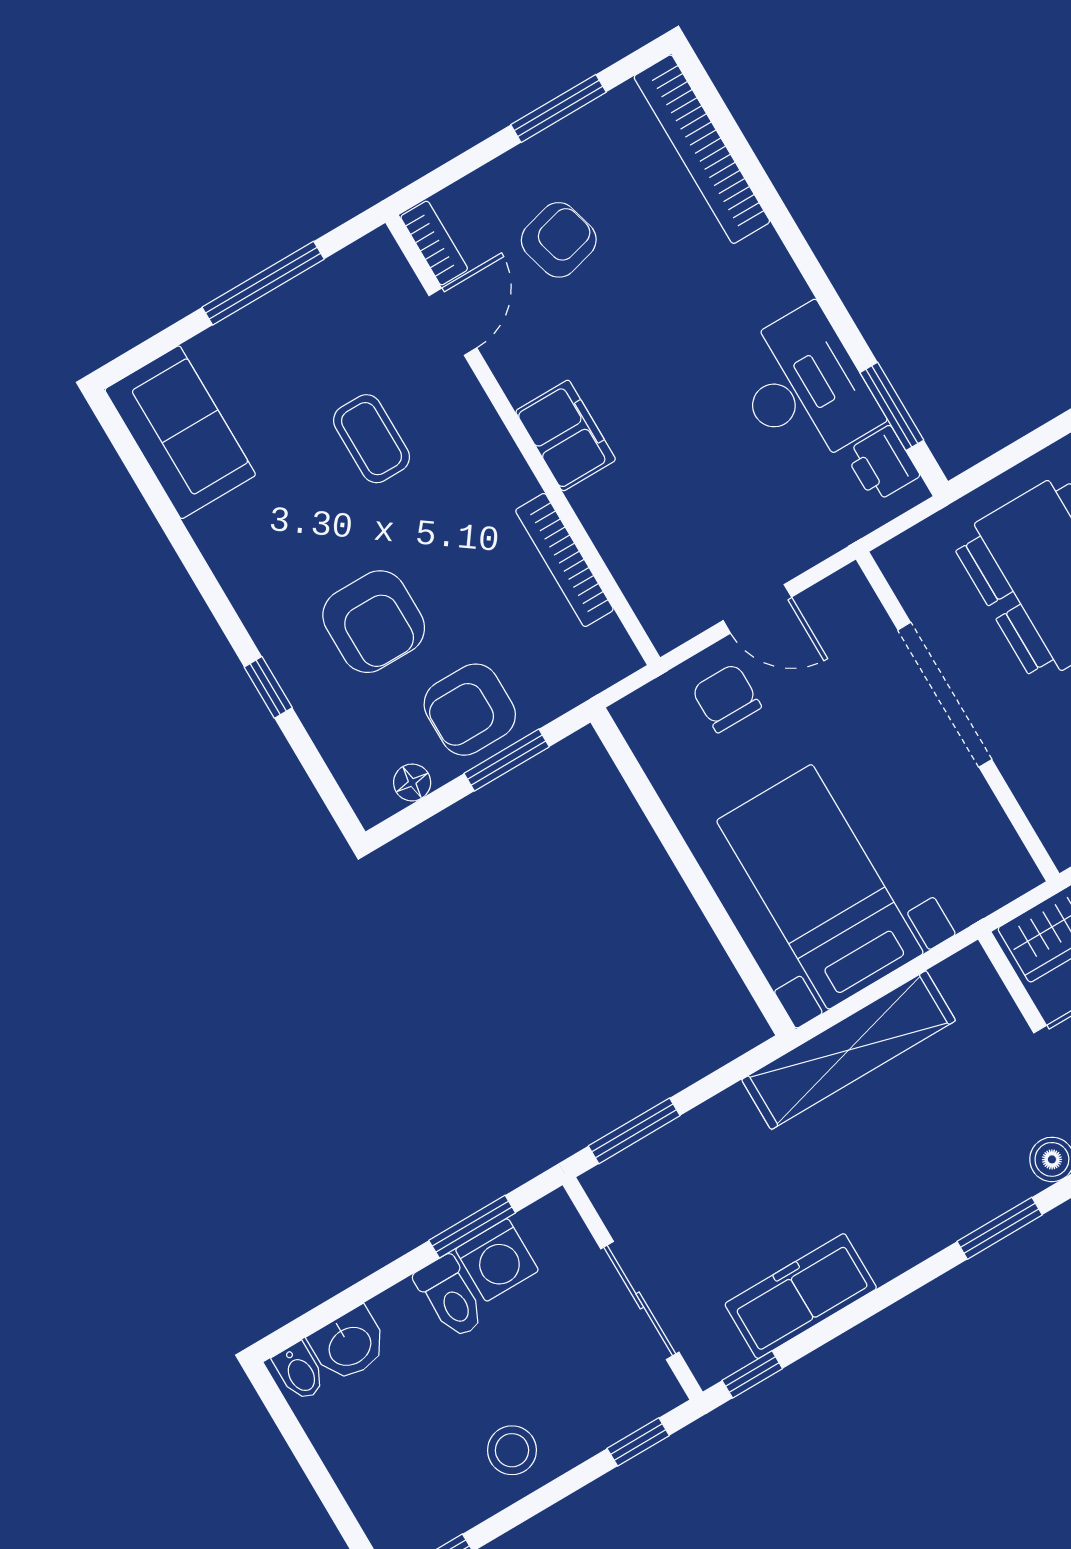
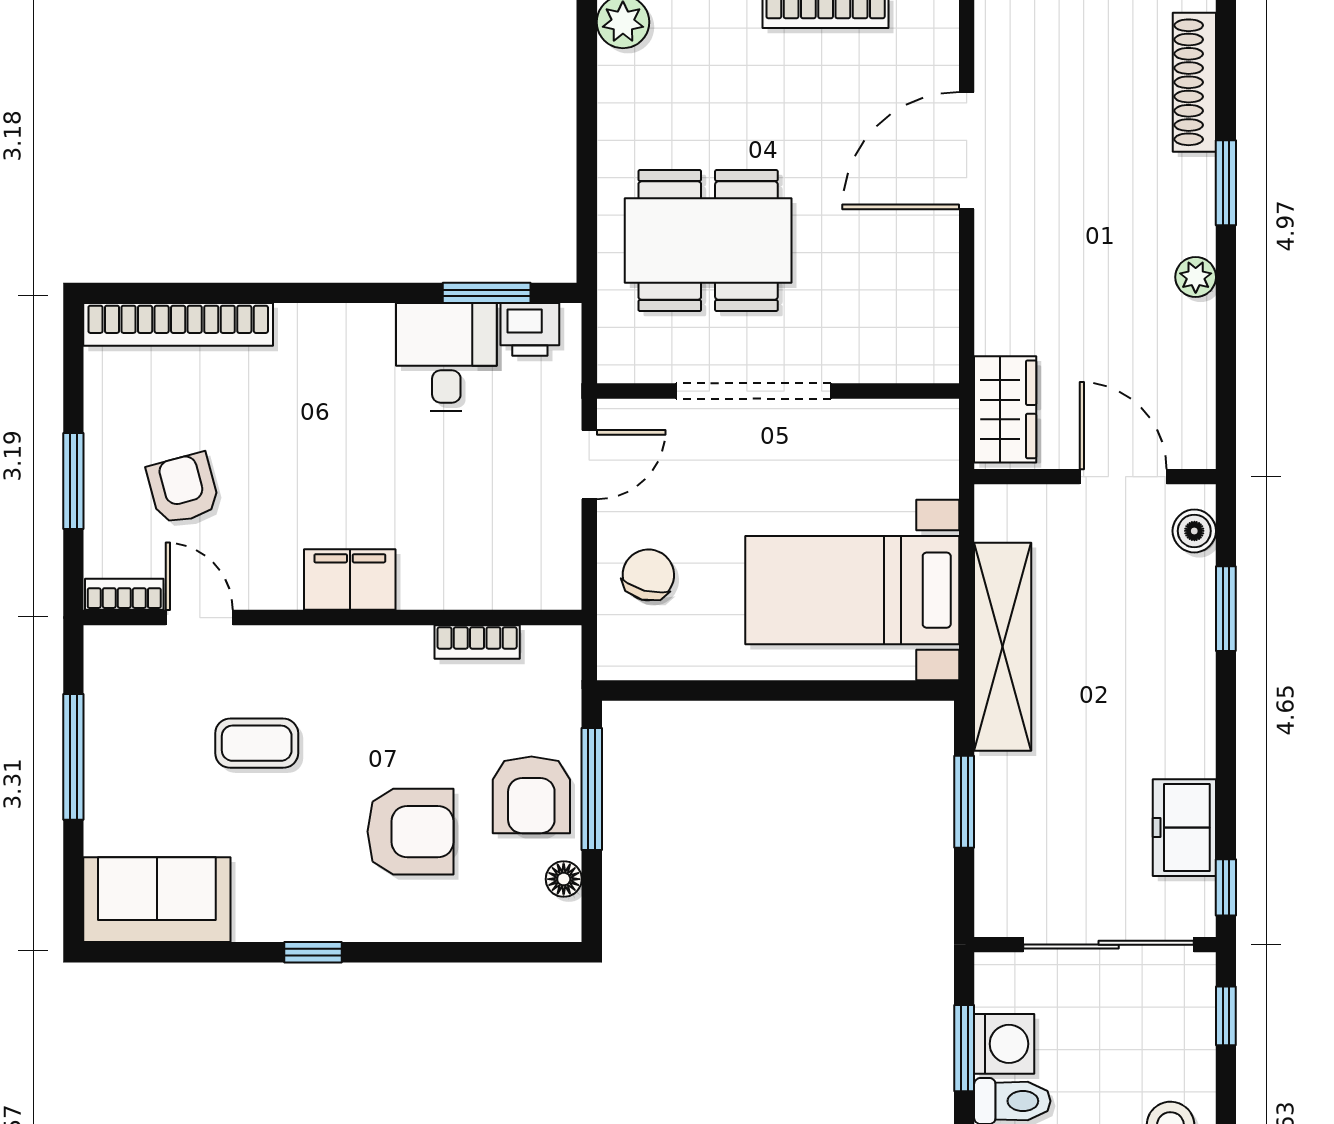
window: (559, 108) -> (73, 481), moved
desk: (804, 388) -> (446, 357), width x0.73
bookcase: (564, 560) -> (477, 642), width x0.64
door: (757, 609) -> (589, 465), moved
window: (268, 687) -> (313, 952), moved
chair: (726, 698) -> (648, 575), turned 105
window: (507, 760) -> (592, 789), width x1.44
window: (634, 1131) -> (964, 802), moved
freezer: (801, 1296) -> (1184, 828), width x0.71
sliding door: (640, 1300) -> (1109, 945), width x1.37

